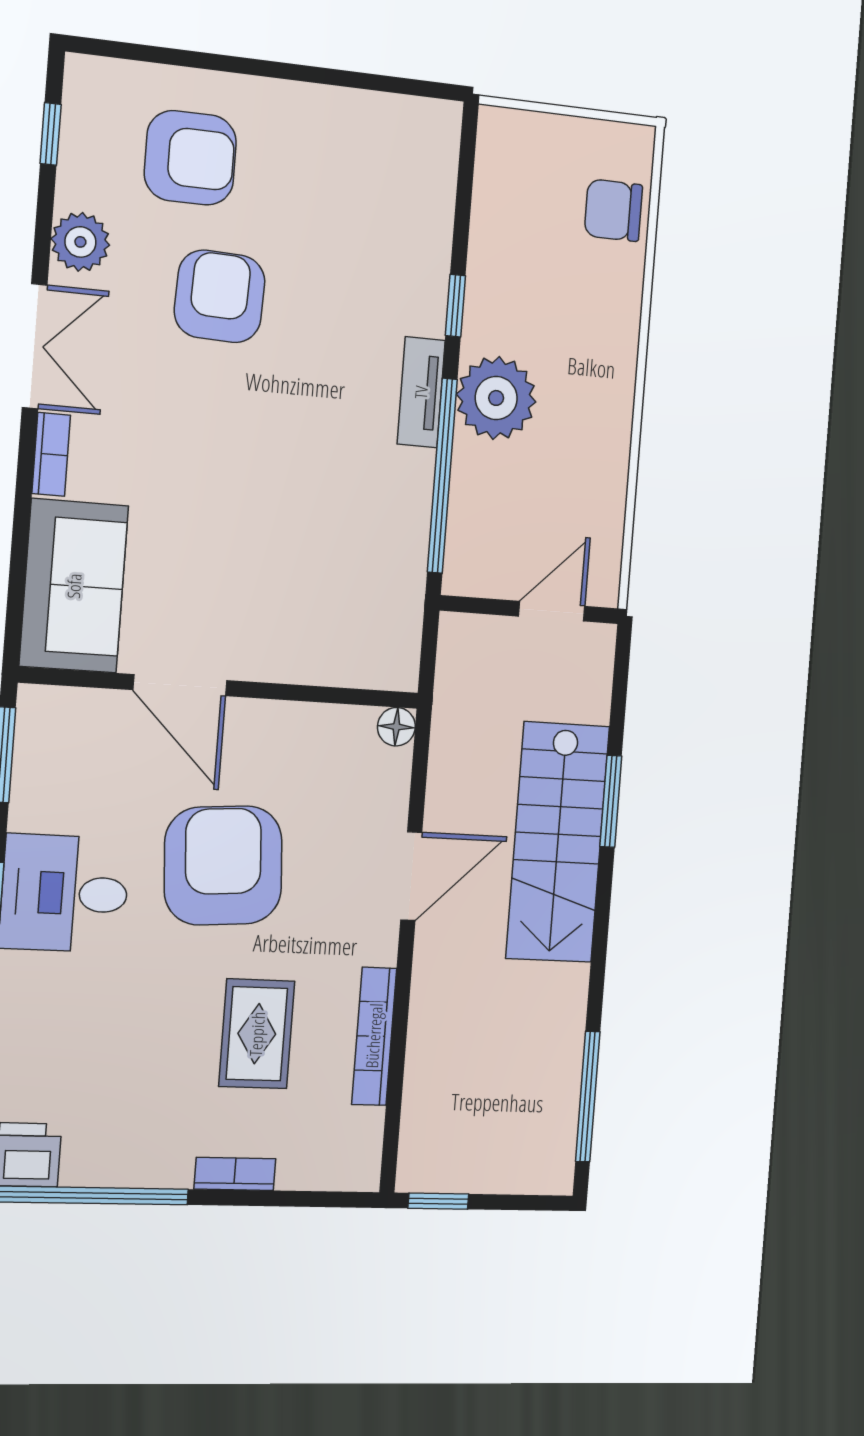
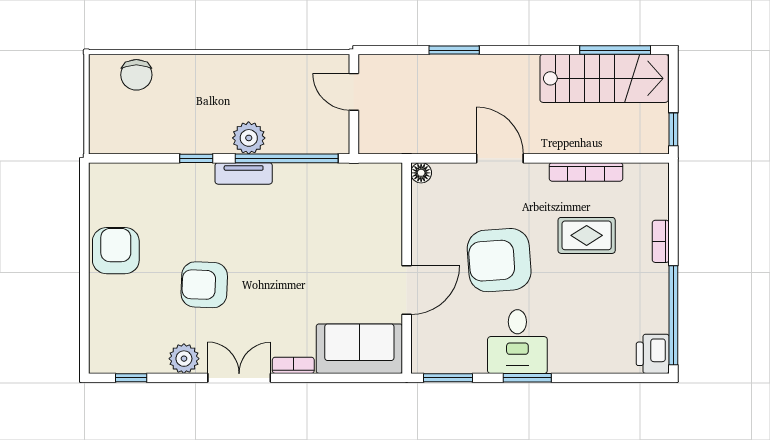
armchair: (190, 158) -> (116, 251), moved
plant: (496, 398) -> (249, 138), width x0.73, depth x0.73
stairs: (558, 842) -> (604, 78), moved

